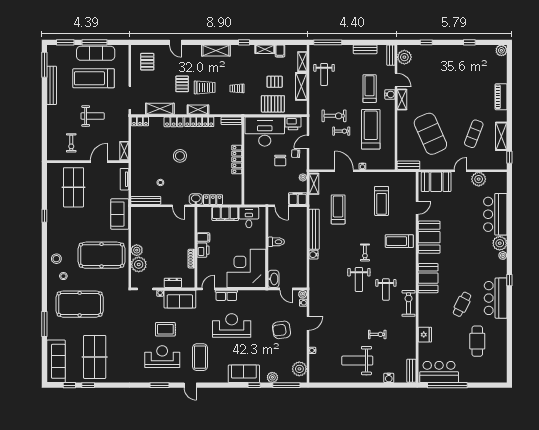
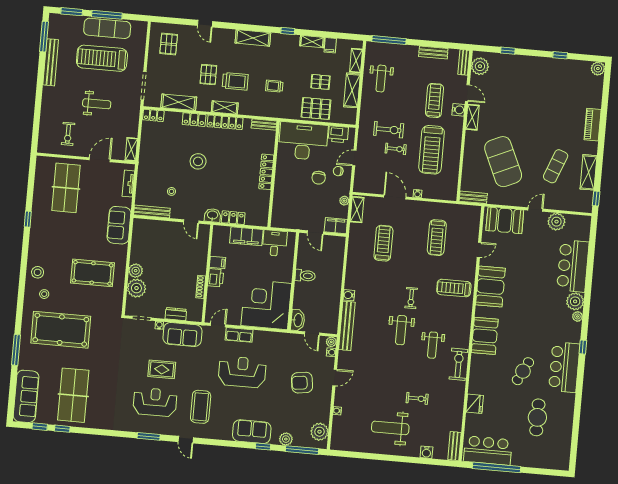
treadmill: (371, 129) -> (432, 150), turned 180
bench: (314, 229) -> (347, 326), moved
pool table: (102, 255) -> (93, 273), width x0.73, depth x0.76

